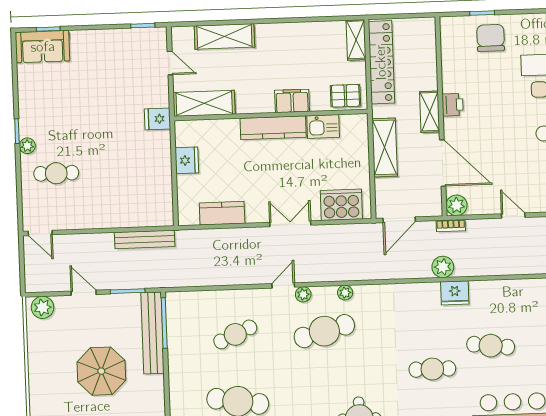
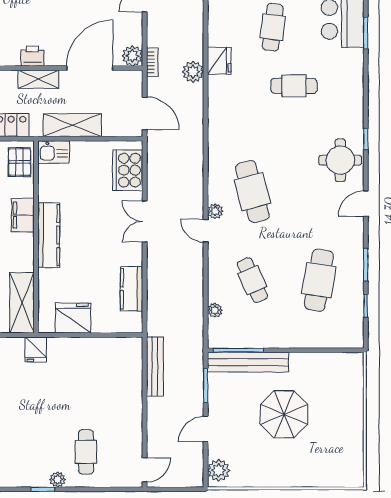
kitchen sink: (323, 127) -> (54, 152), moved, turned 90
fridge: (187, 160) -> (73, 318), width x1.36, depth x1.34
plant: (345, 293) -> (215, 310), moved
cafe table: (432, 369) -> (294, 86), turned 90

